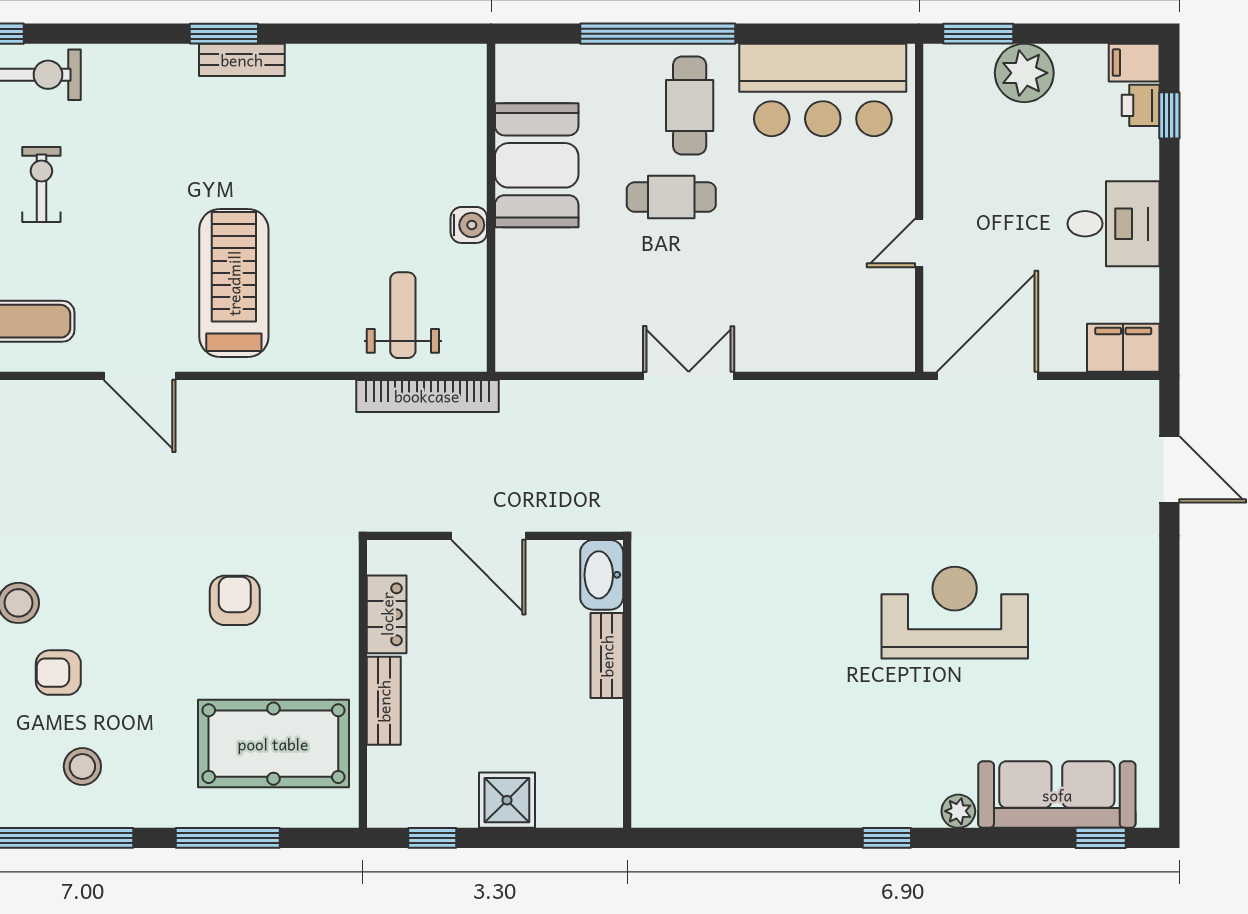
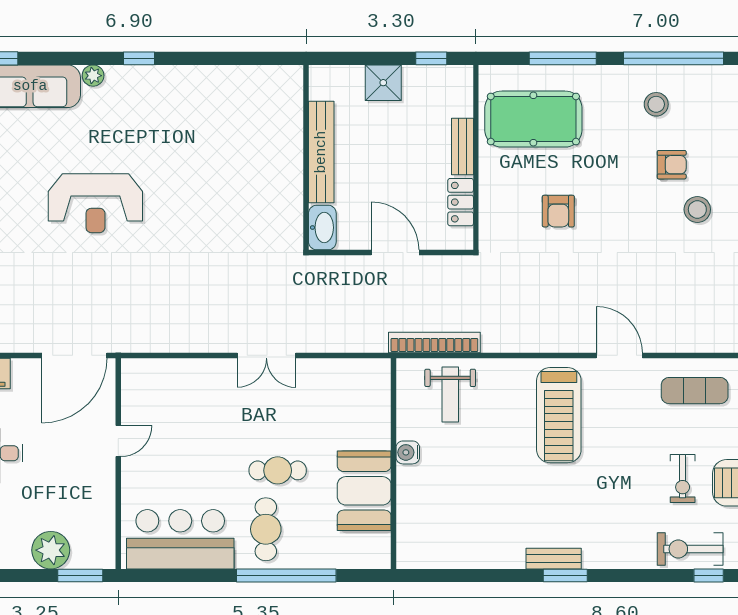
bench: (607, 656) -> (321, 152), width x1.86, depth x1.21

